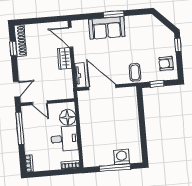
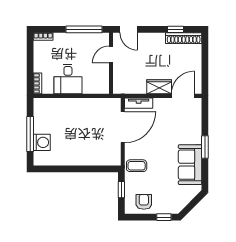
sofa: (107, 28) -> (190, 165), moved
floor lamp: (68, 117) -> (92, 85), removed

